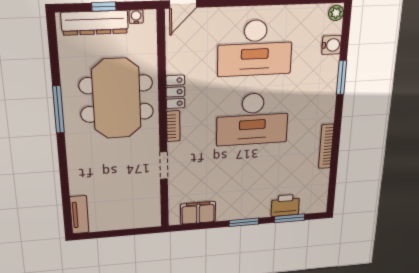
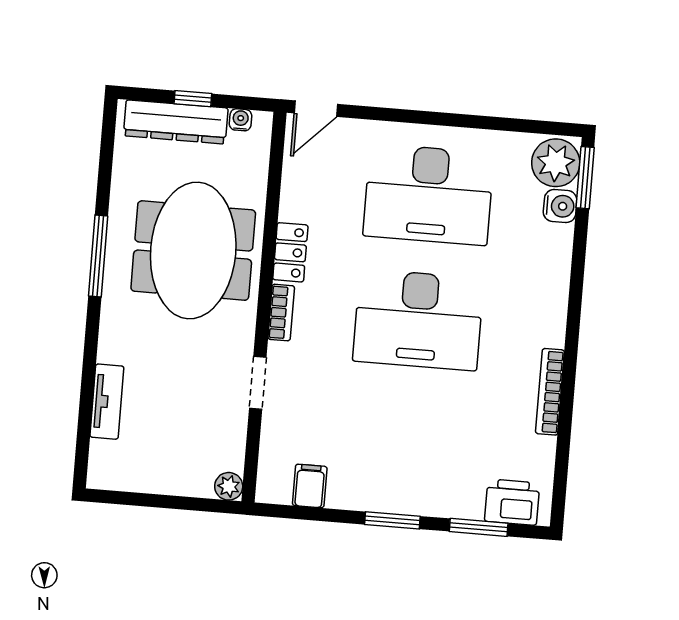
plant: (336, 13) -> (556, 163), width x1.88, depth x1.88
window: (342, 78) -> (585, 178), moved
printer: (285, 205) -> (512, 502), moved
filing cabinet: (198, 213) -> (310, 486), width x0.50
tv unit: (79, 215) -> (107, 402), moved
plant: (153, 220) -> (229, 486), added

